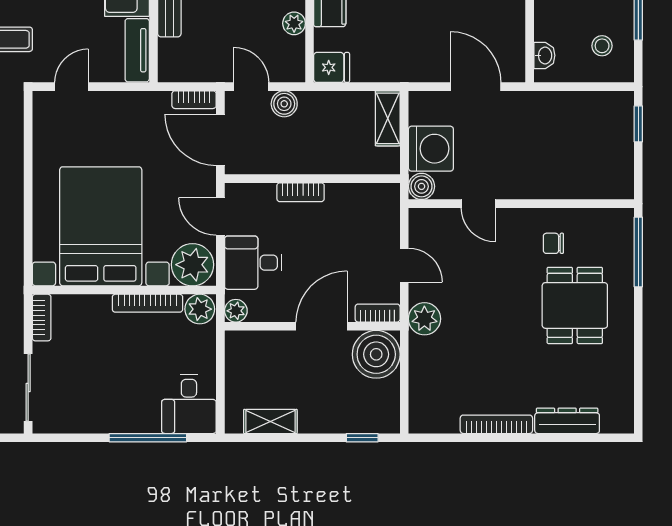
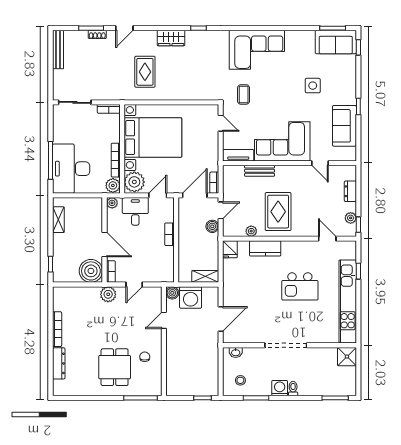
dining table: (575, 305) -> (115, 367), turned 90
desk: (189, 404) -> (71, 169), width x1.87, depth x1.30

